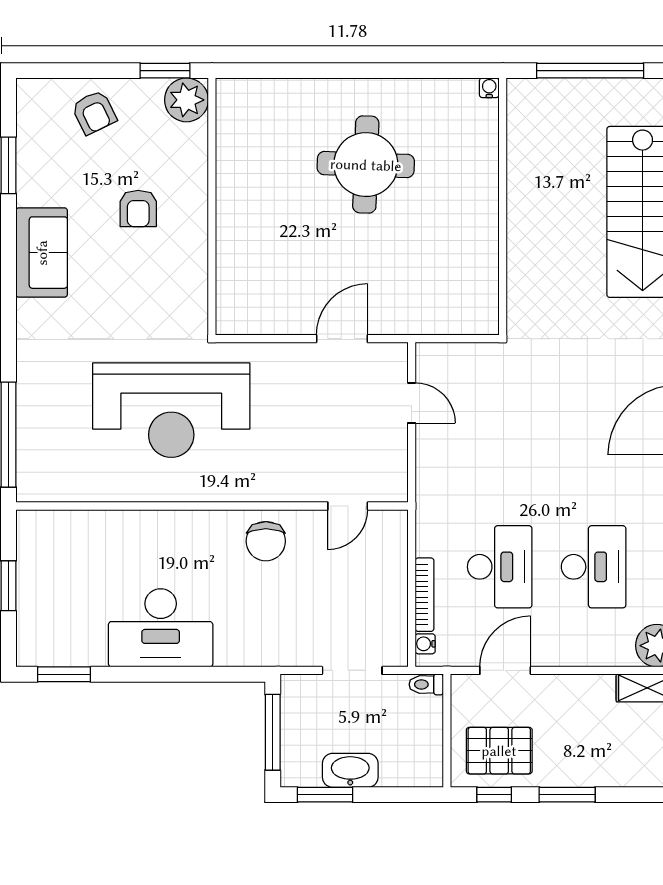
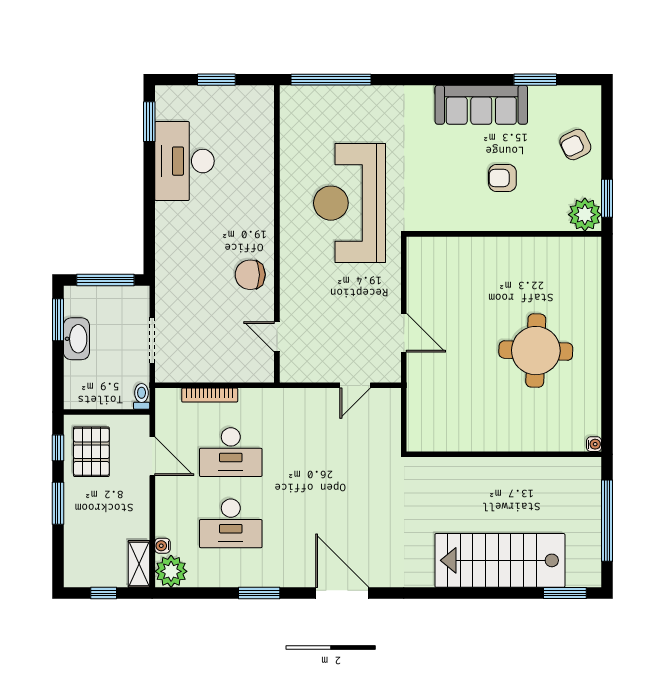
sofa: (42, 253) -> (481, 105), width x1.36
desk: (161, 628) -> (184, 161), moved
water cooler: (425, 644) -> (162, 546), moved, turned -90

